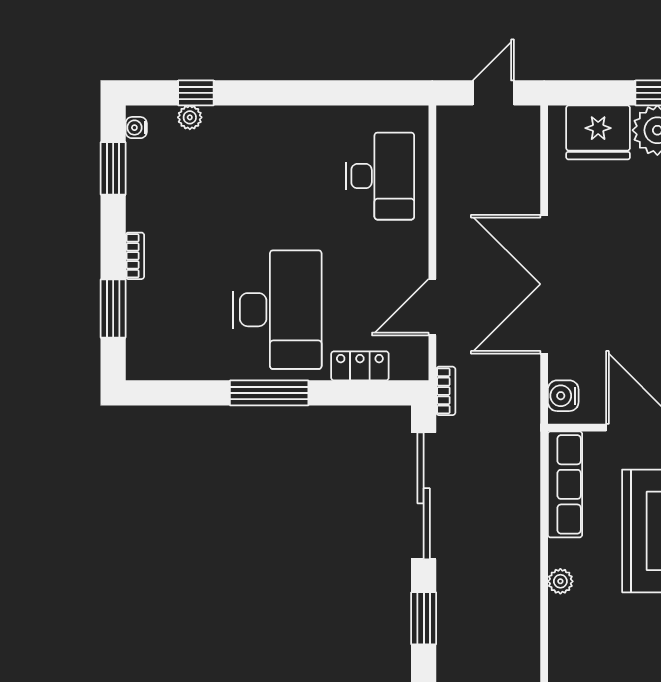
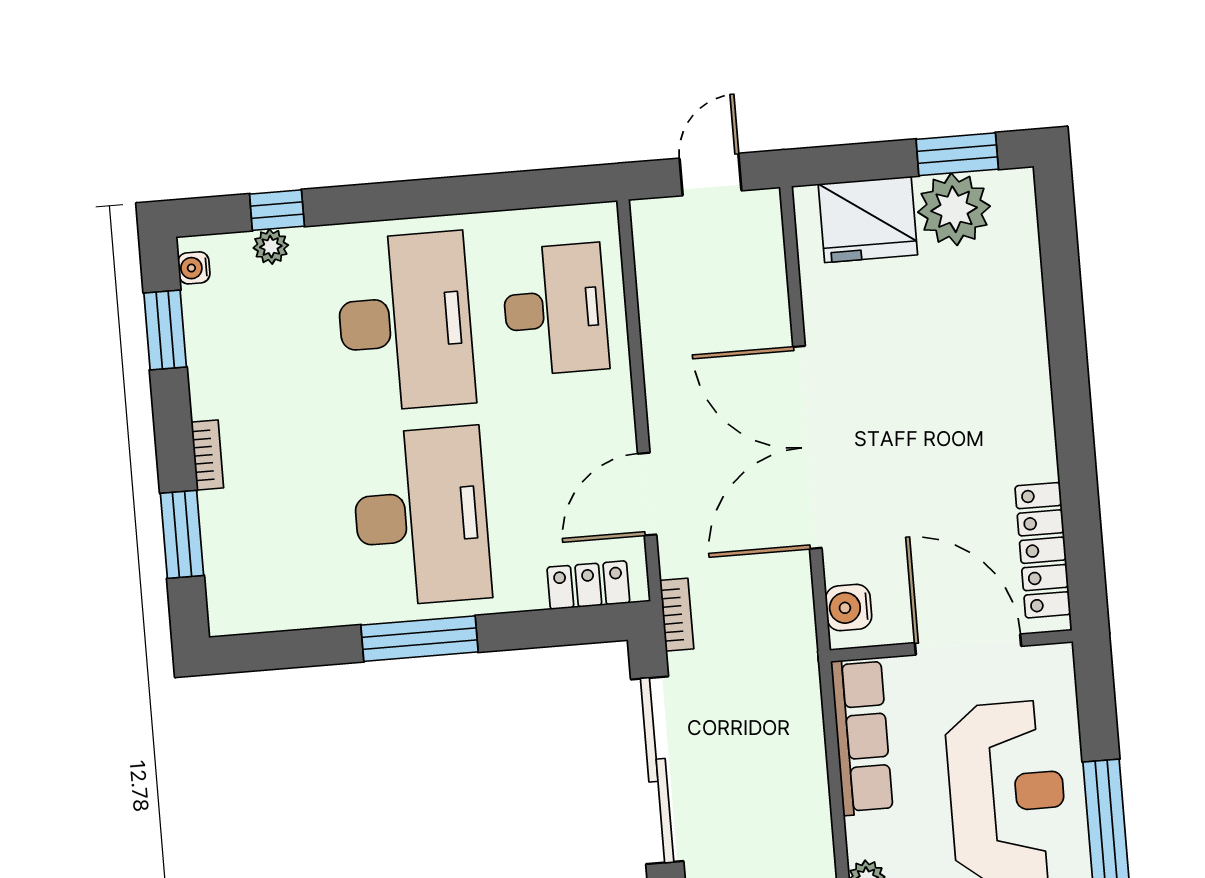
desk: (277, 176) -> (405, 322), added
locker: (360, 366) -> (588, 585), moved

